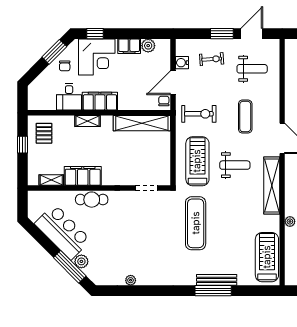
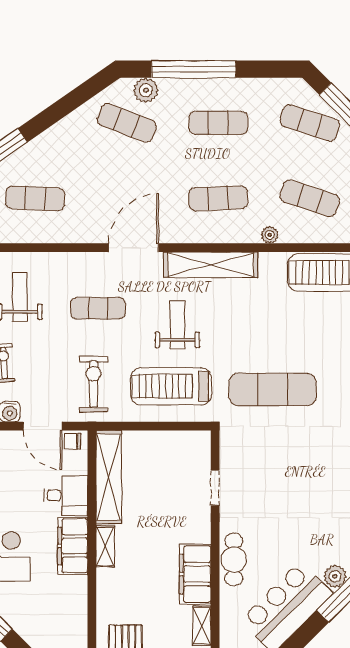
chair: (65, 66) -> (15, 604), removed
desk: (69, 97) -> (66, 495), moved
shelving: (87, 121) -> (105, 546), moved
doorway: (147, 188) -> (215, 488), moved

